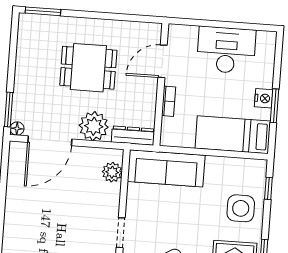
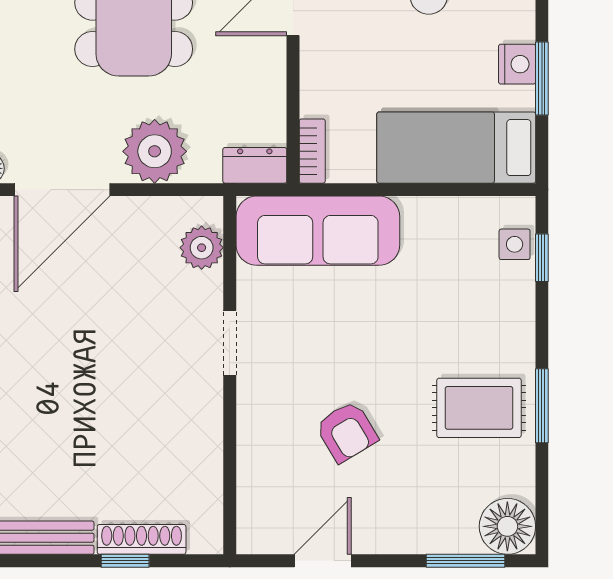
bookcase: (169, 101) -> (312, 151), moved
dresser: (133, 136) -> (255, 165), width x0.70
side table: (241, 208) -> (515, 244), moved, width x0.54, depth x0.54
doorway: (121, 233) -> (230, 343), moved

